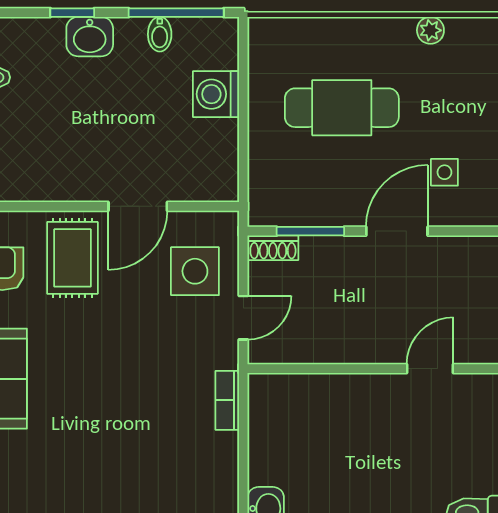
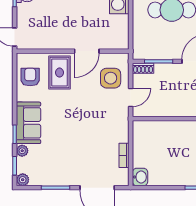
bookcase: (227, 400) -> (124, 155), moved

